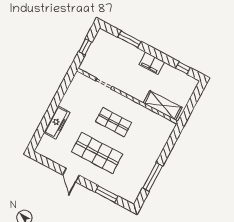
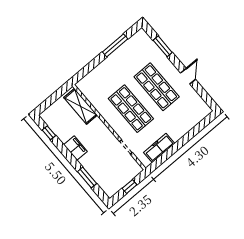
freezer: (57, 122) -> (159, 148), moved
shop shelf: (114, 122) -> (131, 109), width x1.43, depth x1.36

